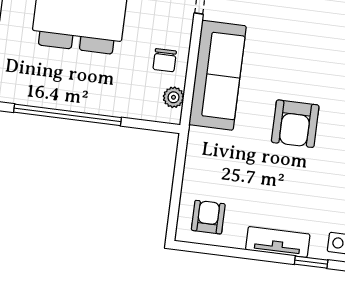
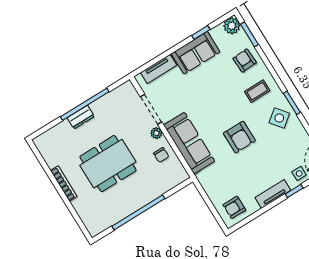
plant: (174, 97) -> (156, 133), moved
armchair: (208, 217) -> (234, 207), turned -90

